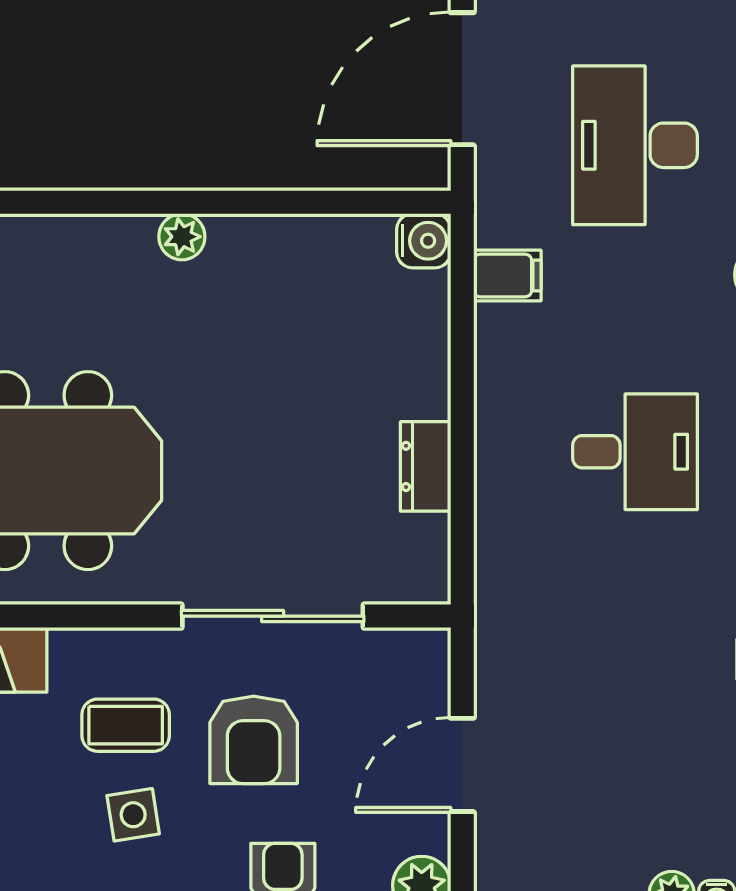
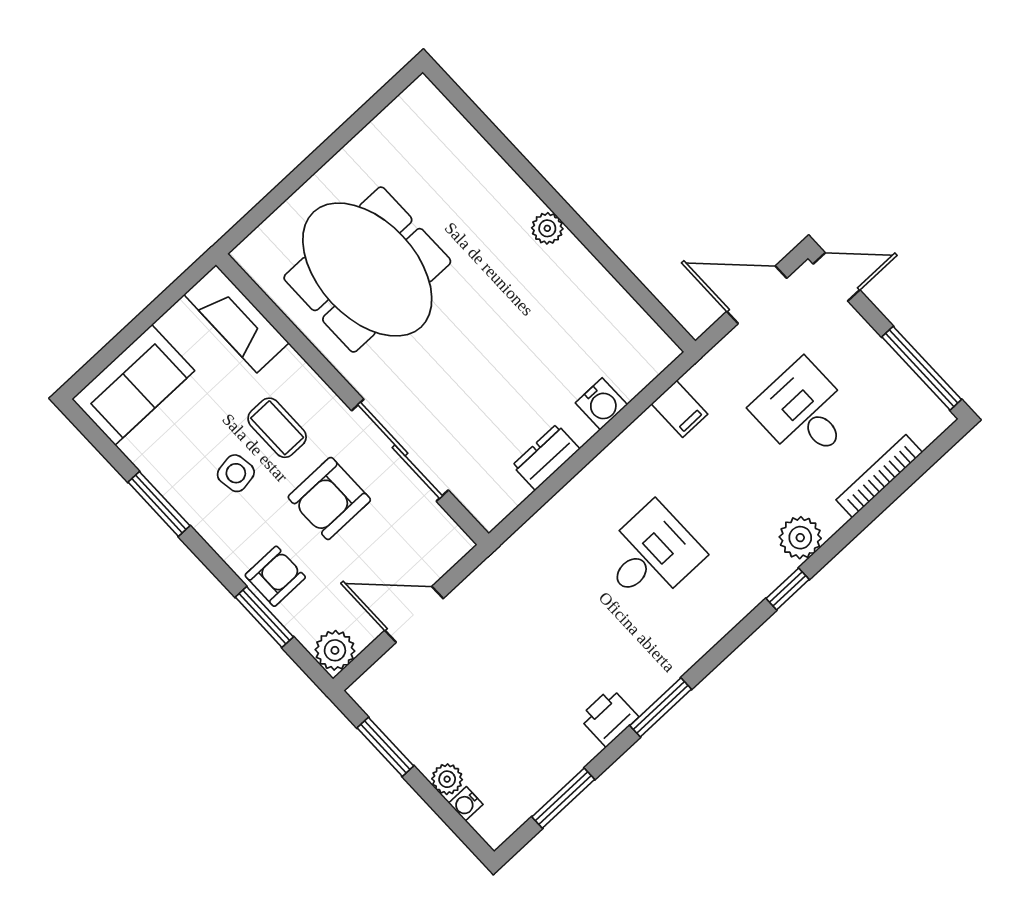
door: (462, 79) -> (757, 295), width x0.73
desk: (635, 145) -> (804, 412), width x0.73
water cooler: (424, 241) -> (601, 404), moved
desk: (635, 452) -> (651, 555), turned -90

